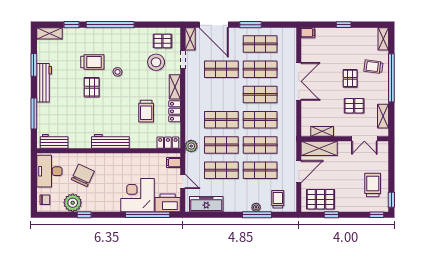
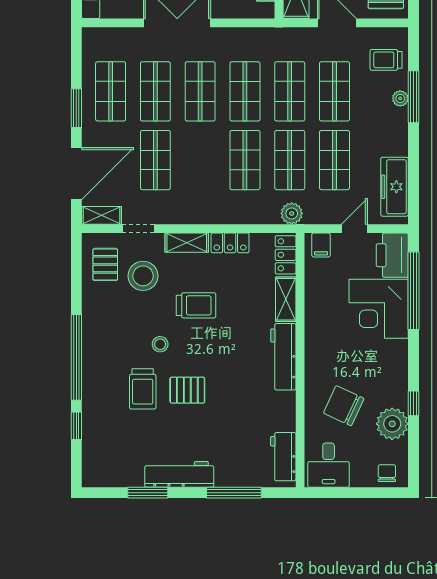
shelving: (49, 33) -> (286, 299), moved
trolley: (92, 62) -> (143, 389), turned 180
trolley: (146, 111) -> (196, 305), moved
desk: (49, 171) -> (329, 465), width x0.73

